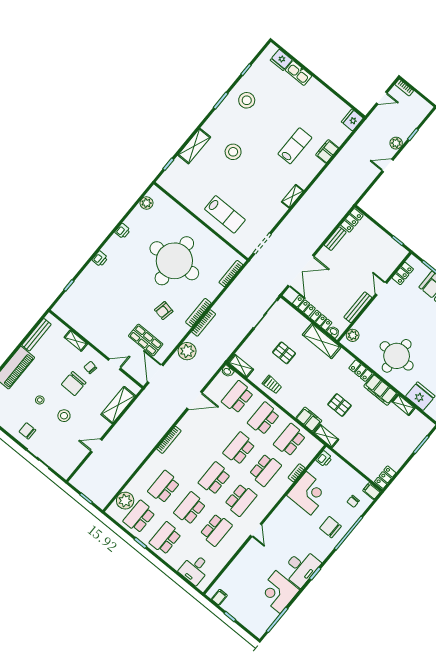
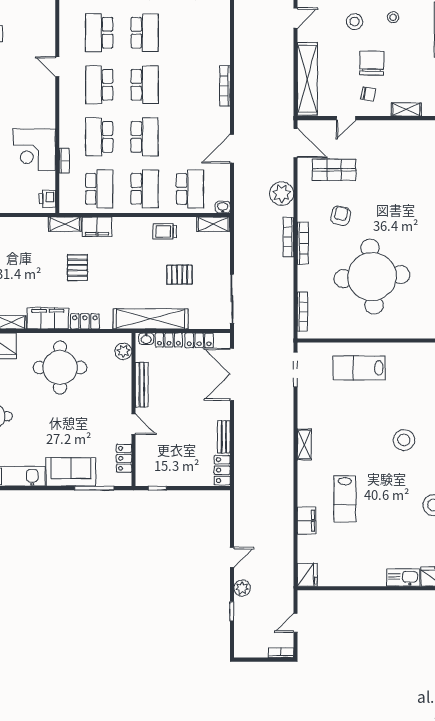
shelving: (322, 341) -> (150, 319), width x1.47
shelving: (118, 405) -> (307, 79), width x1.47
pallet: (339, 405) -> (77, 268), turned 90
school desk: (164, 487) -> (190, 33), removed

